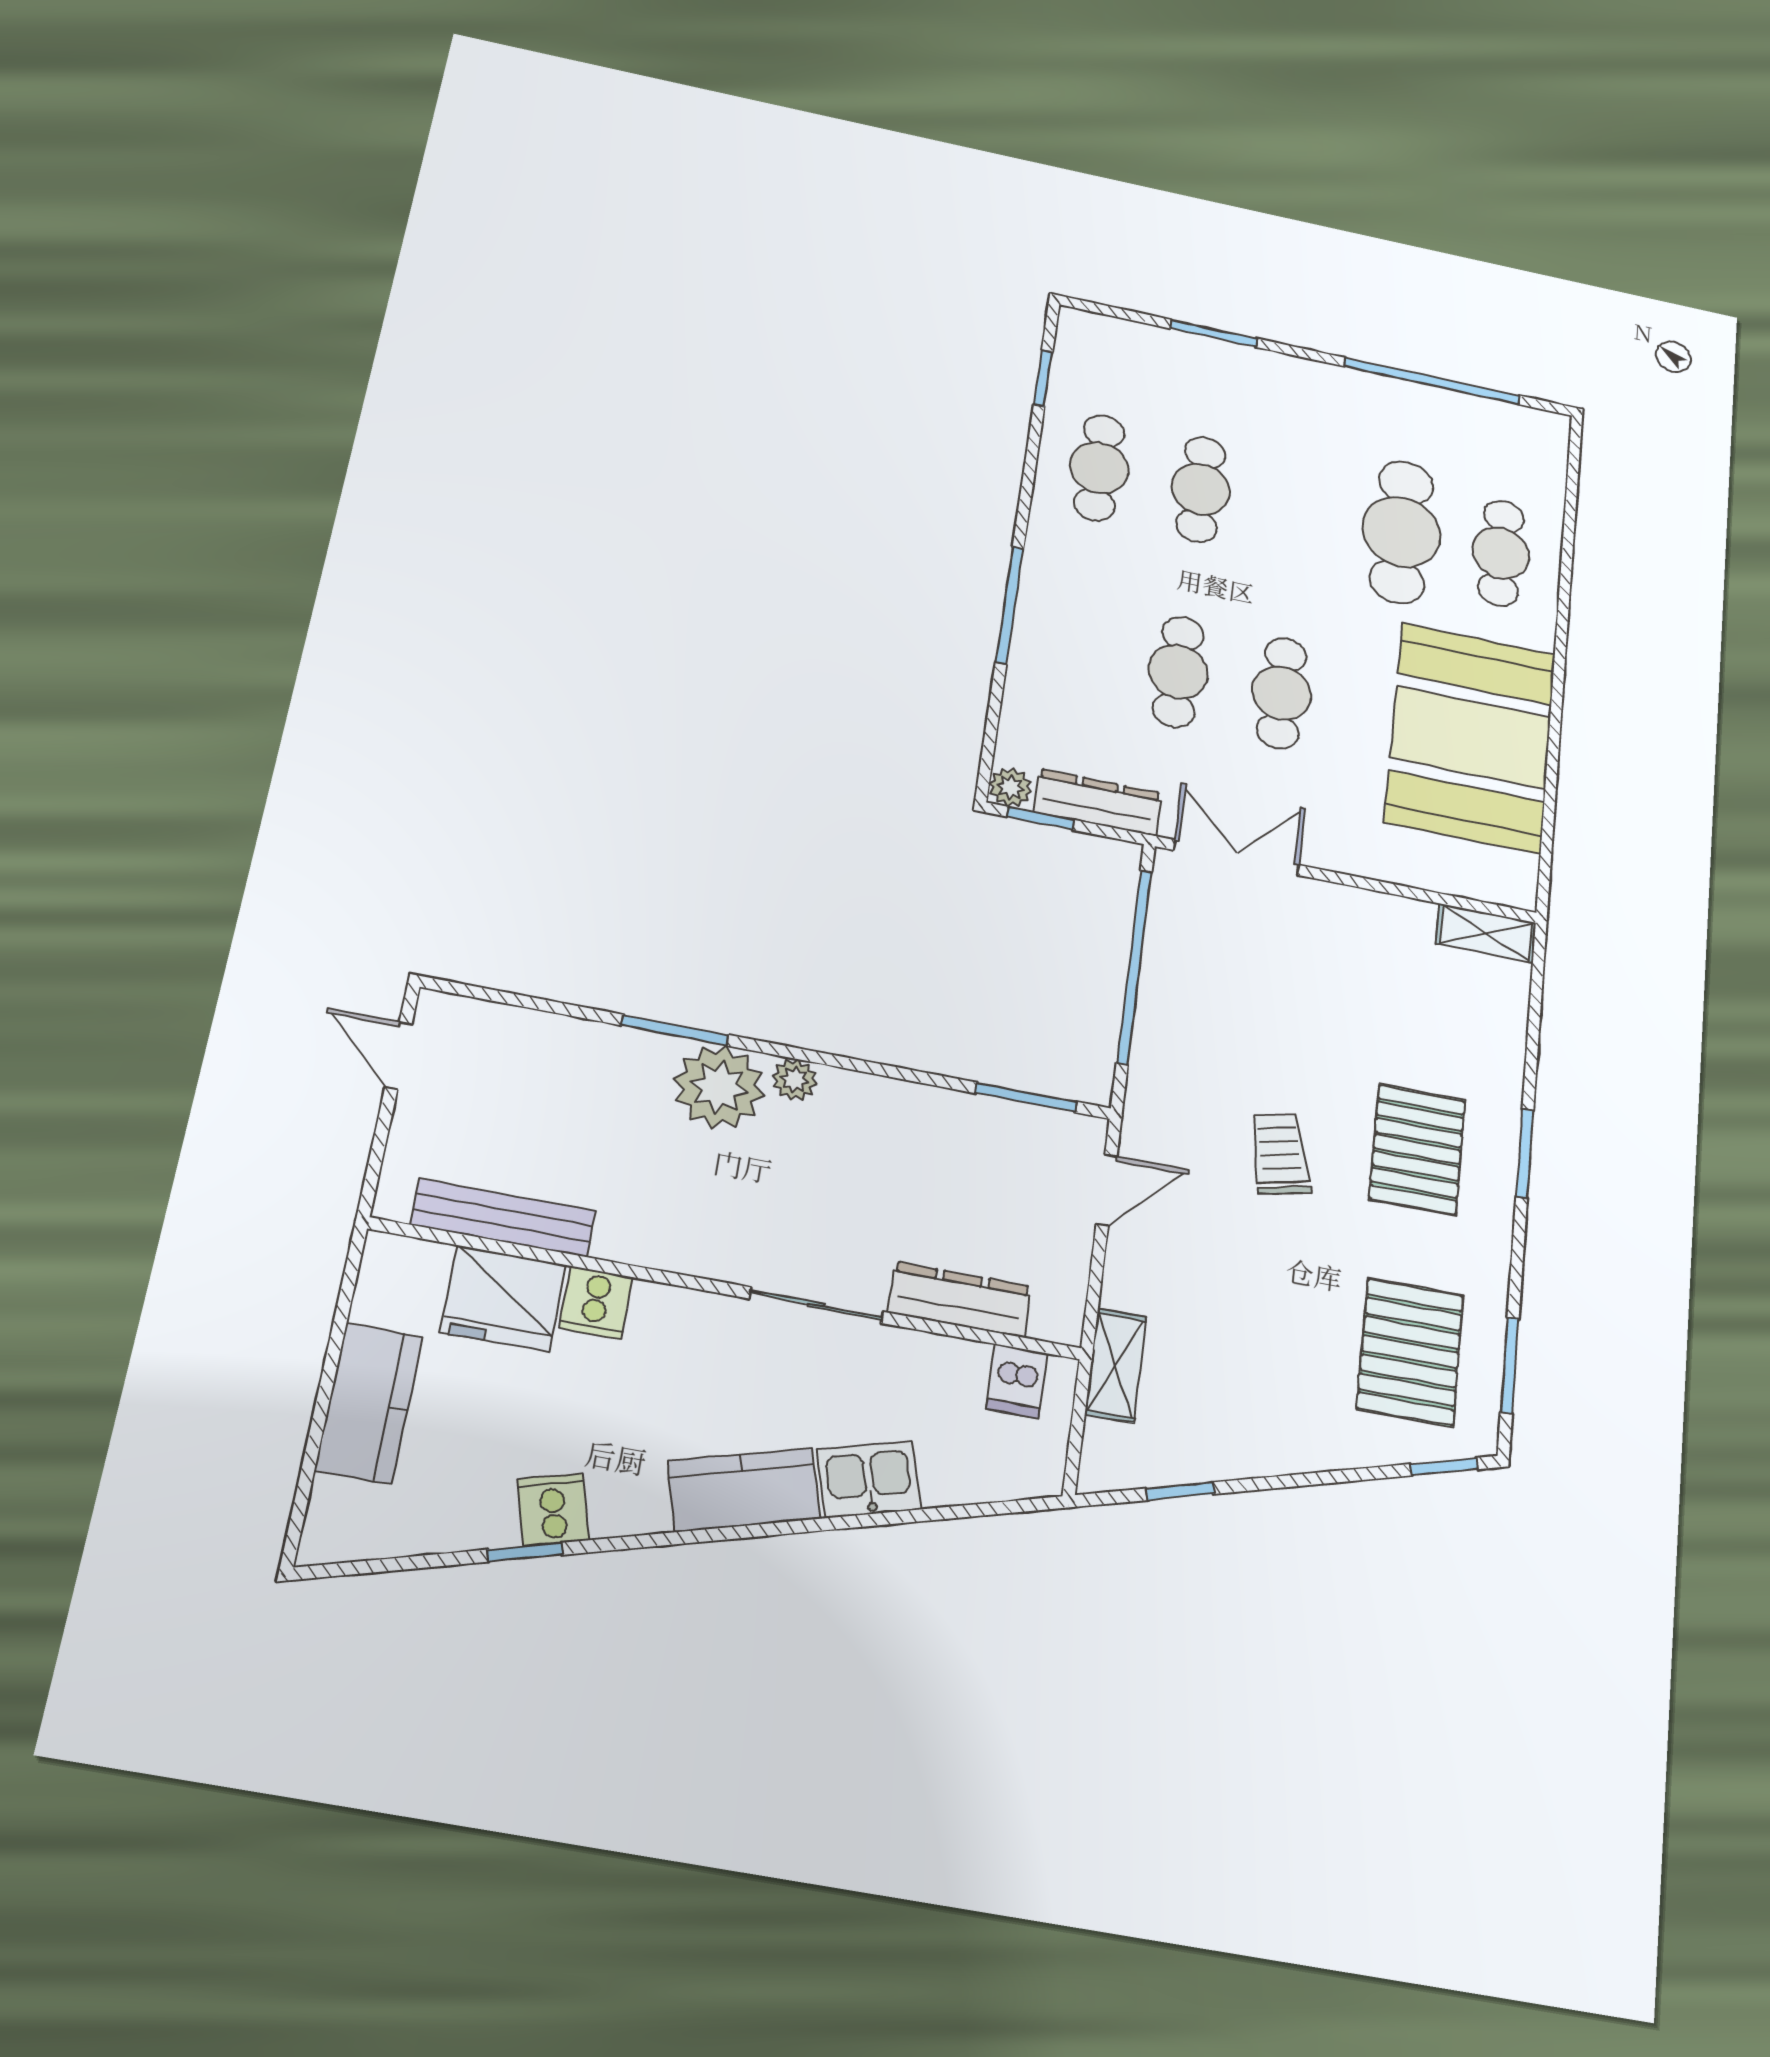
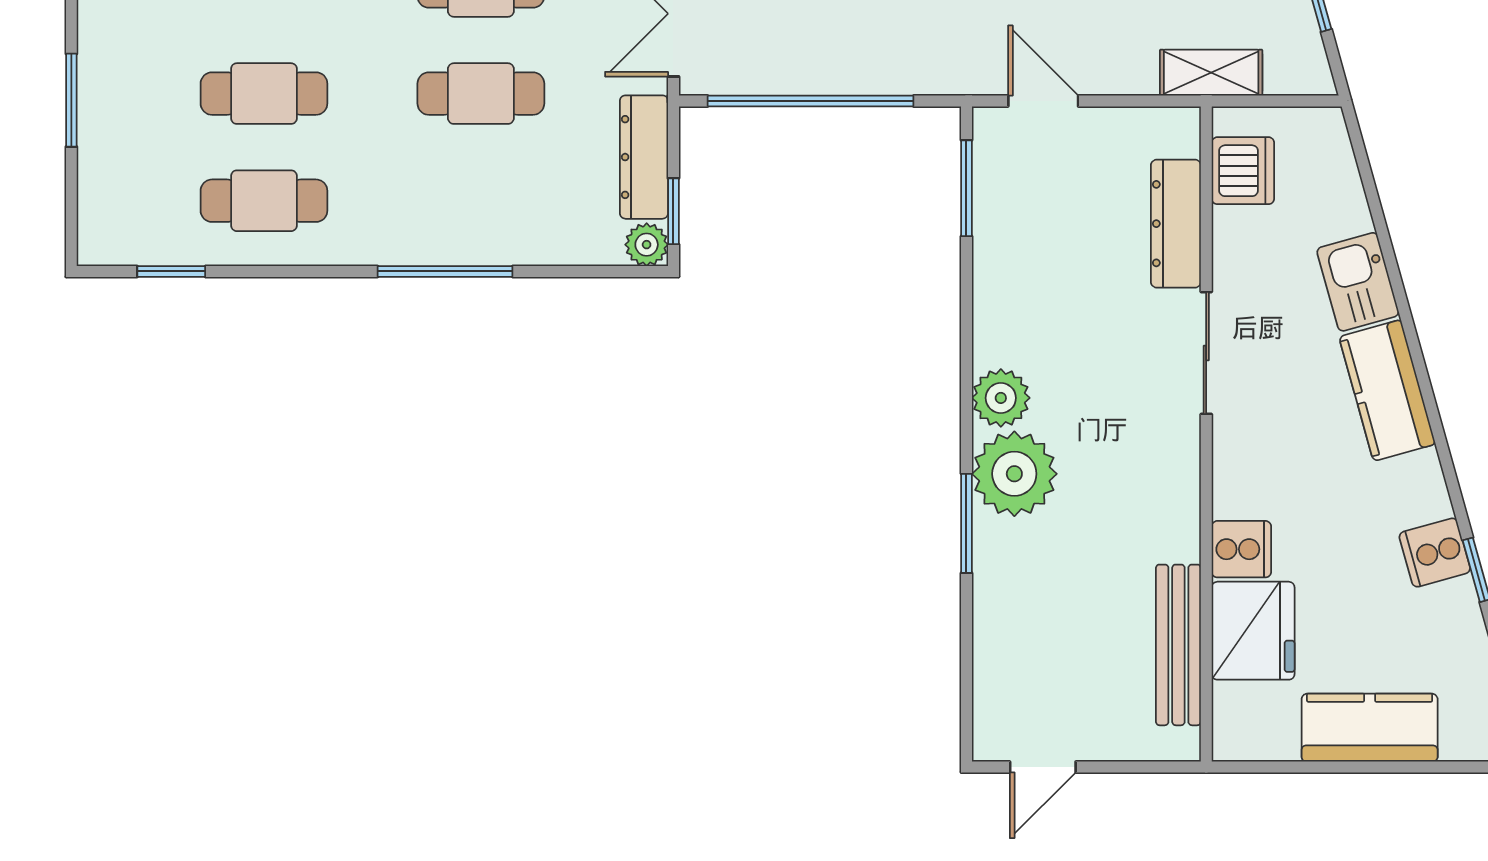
plant: (795, 1080) -> (1001, 398), width x1.38, depth x1.38
dishwasher: (1017, 1381) -> (1243, 171), width x1.38

